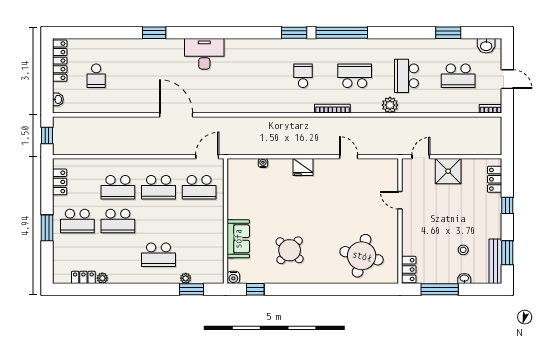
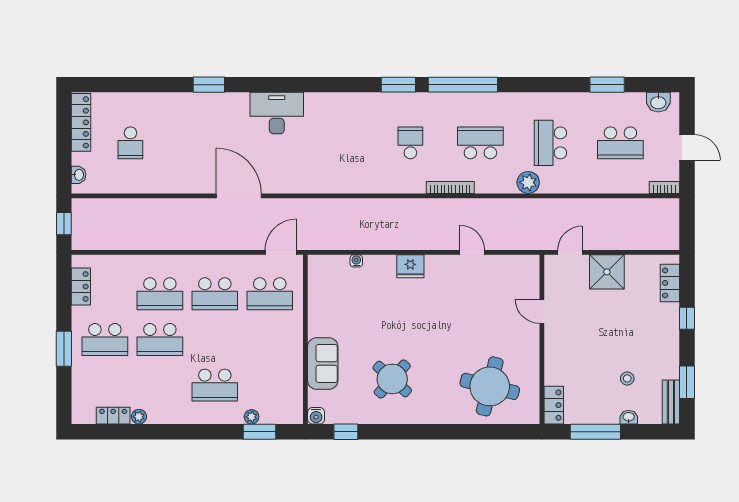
bench: (495, 261) -> (671, 402), width x0.73

